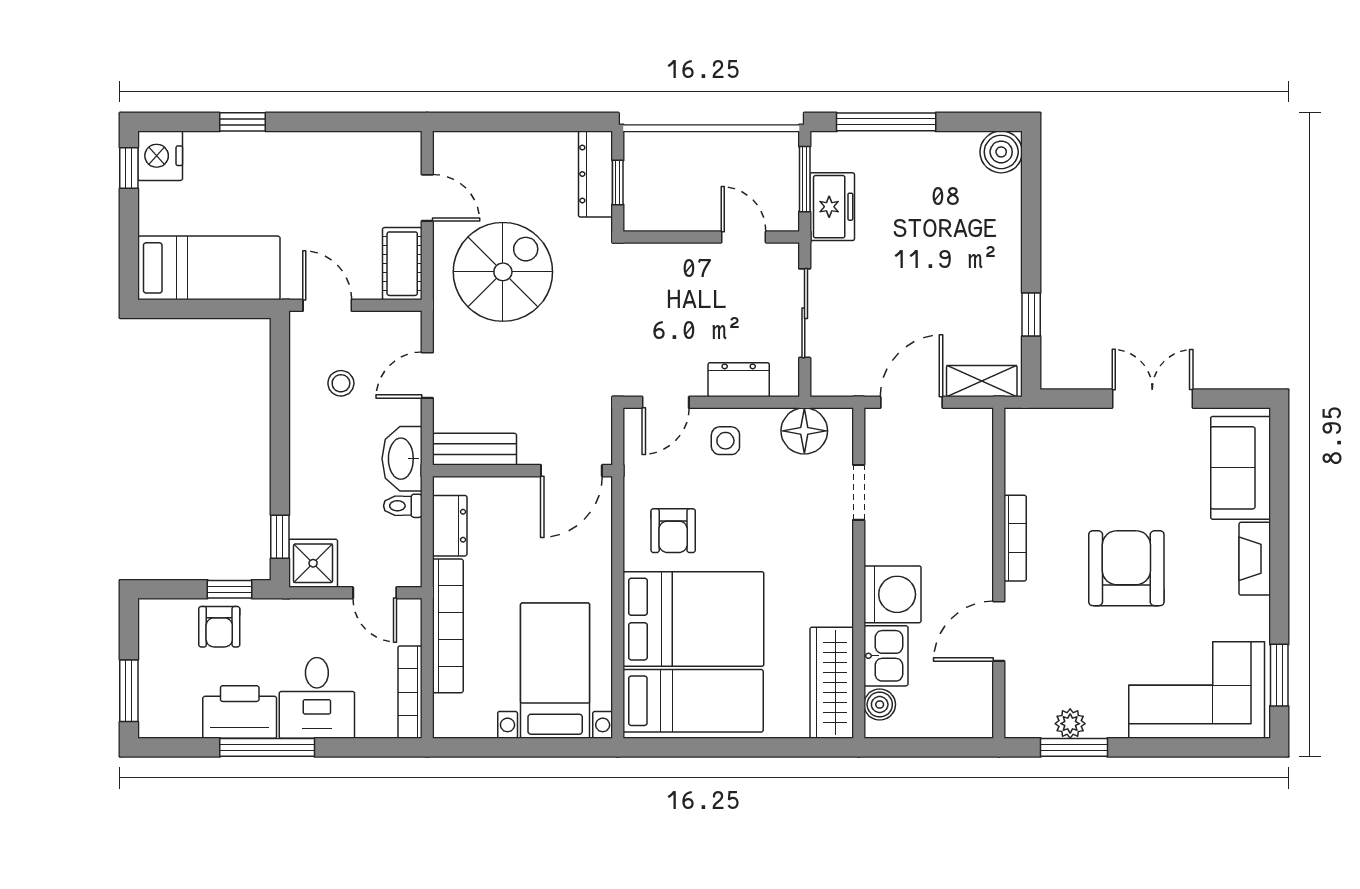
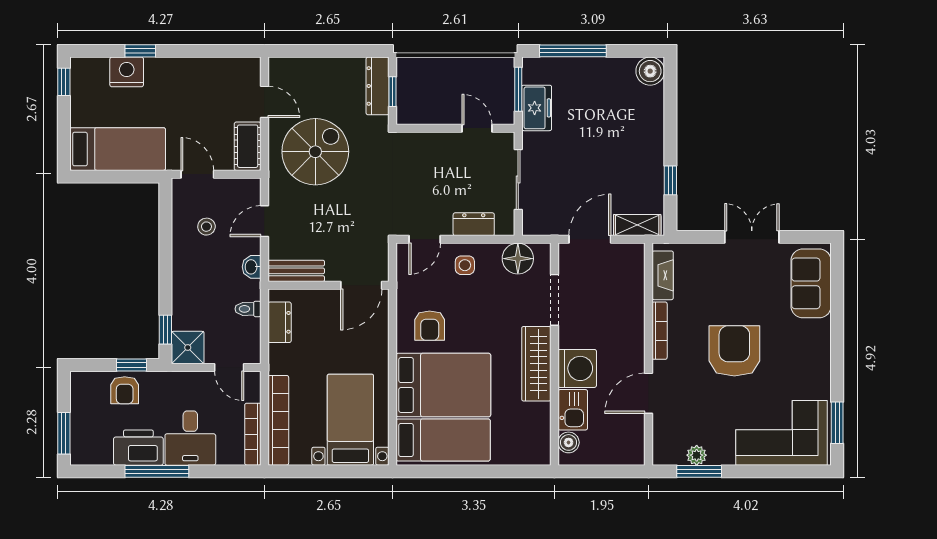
nightstand: (160, 156) -> (127, 72), moved, turned 90
washbasin: (402, 459) -> (252, 267), width x0.52, depth x0.69
doorway: (859, 492) -> (554, 300), width x1.38
fireplace: (1255, 559) -> (663, 275), moved, turned 180
bookcase: (448, 626) -> (278, 420), moved
wardrobe: (832, 683) -> (536, 364), moved

